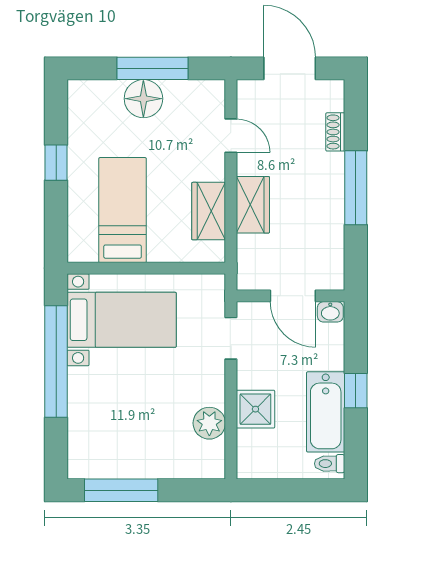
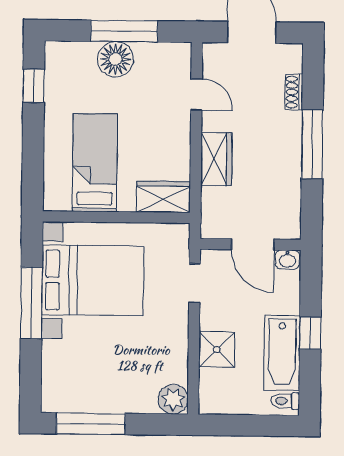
window: (56, 163) -> (34, 86), moved
wardrobe: (209, 211) -> (163, 197), moved, turned 90
bed with nightstands: (122, 320) -> (93, 280), width x1.36
window: (56, 361) -> (31, 303), width x0.68
plant: (209, 423) -> (173, 399), moved

